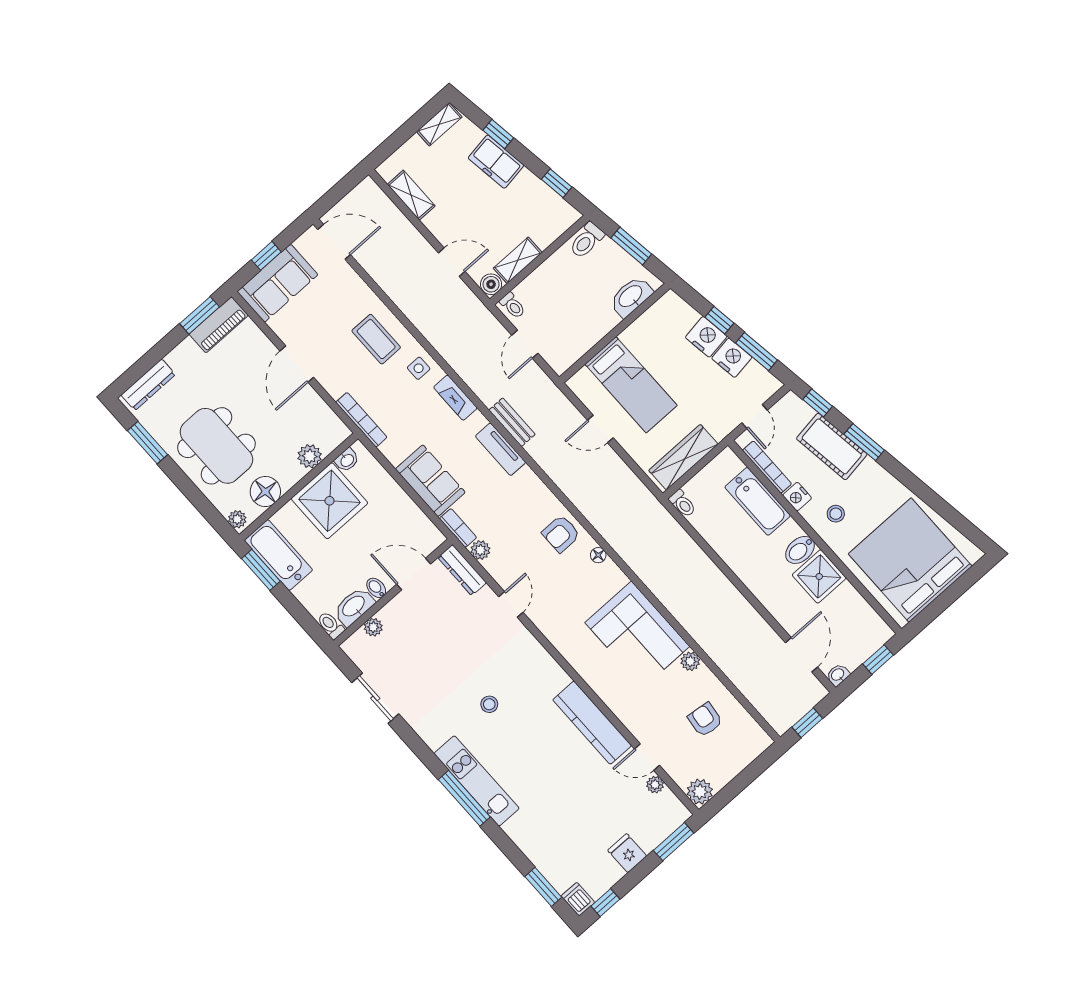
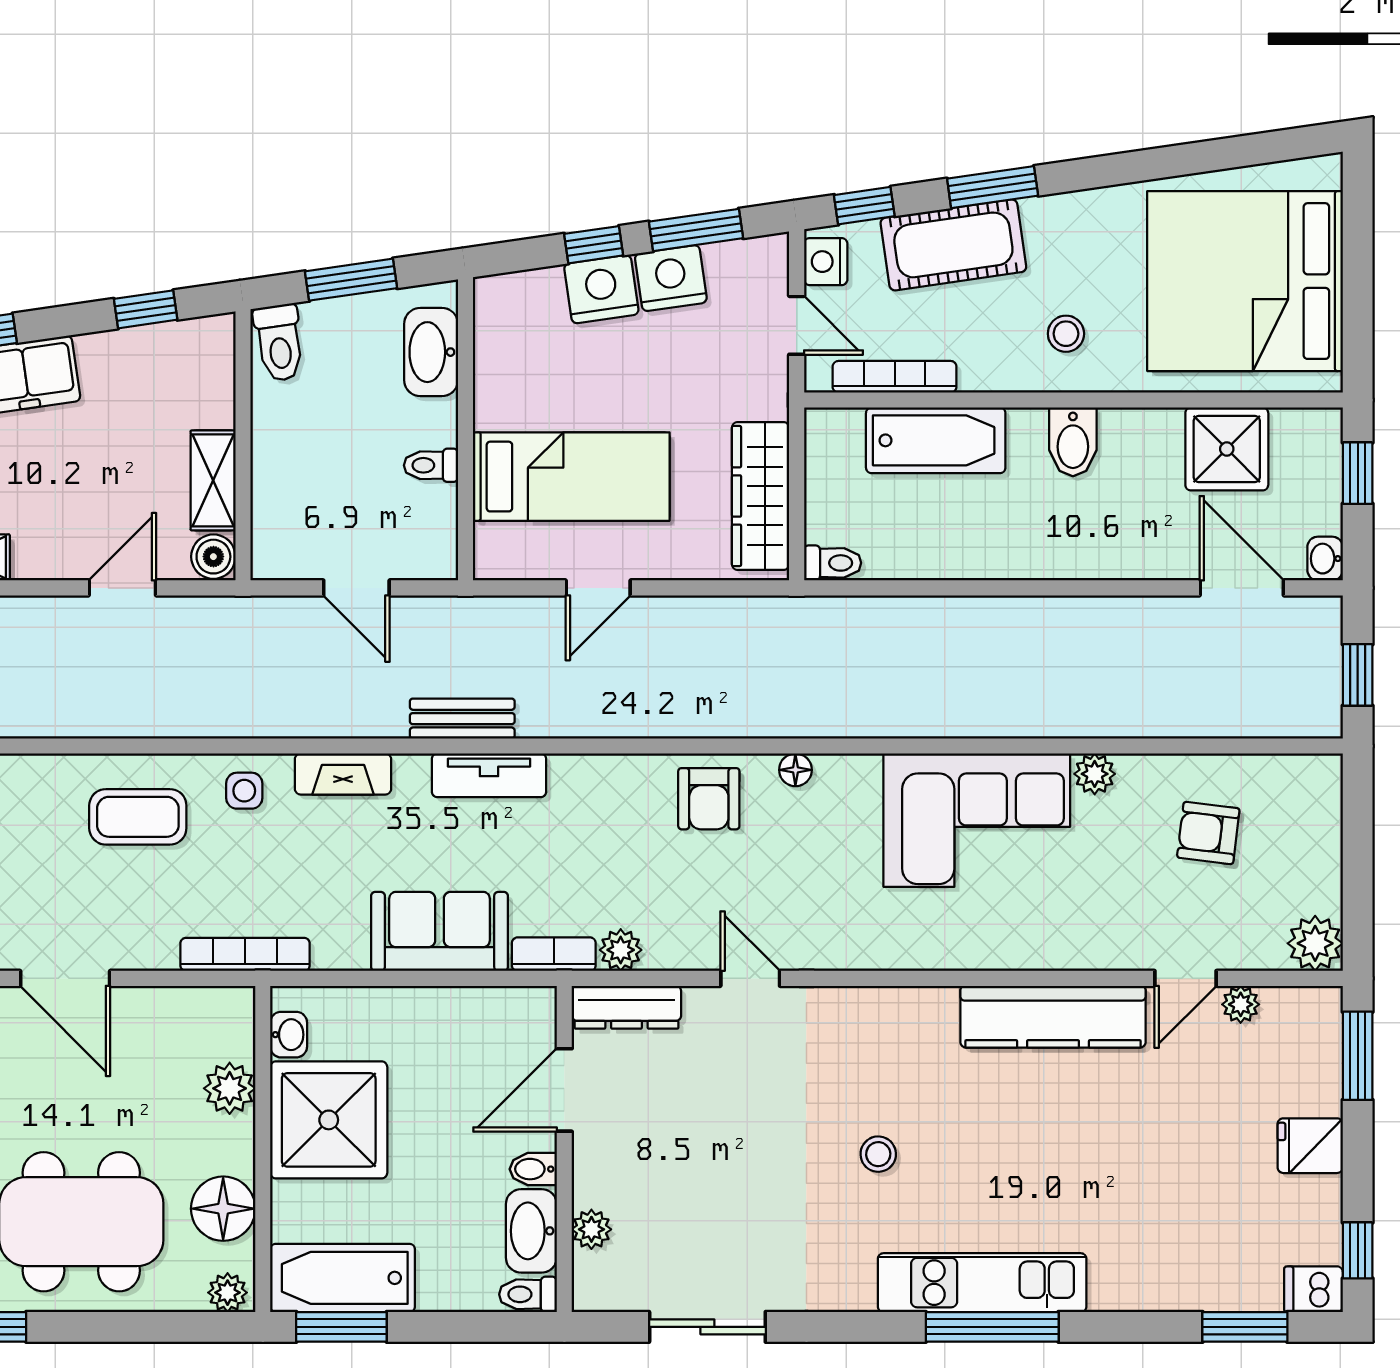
toilet: (513, 305) -> (431, 465), moved, turned 180
nightstand: (797, 497) -> (826, 262), moved, turned 90
shower: (819, 576) -> (1227, 449), moved

